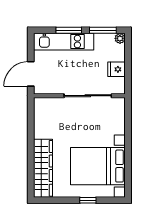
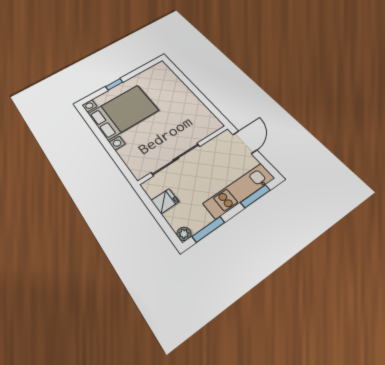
window: (69, 30) -> (255, 196), moved
wardrobe: (43, 168) -> (171, 82), removed

